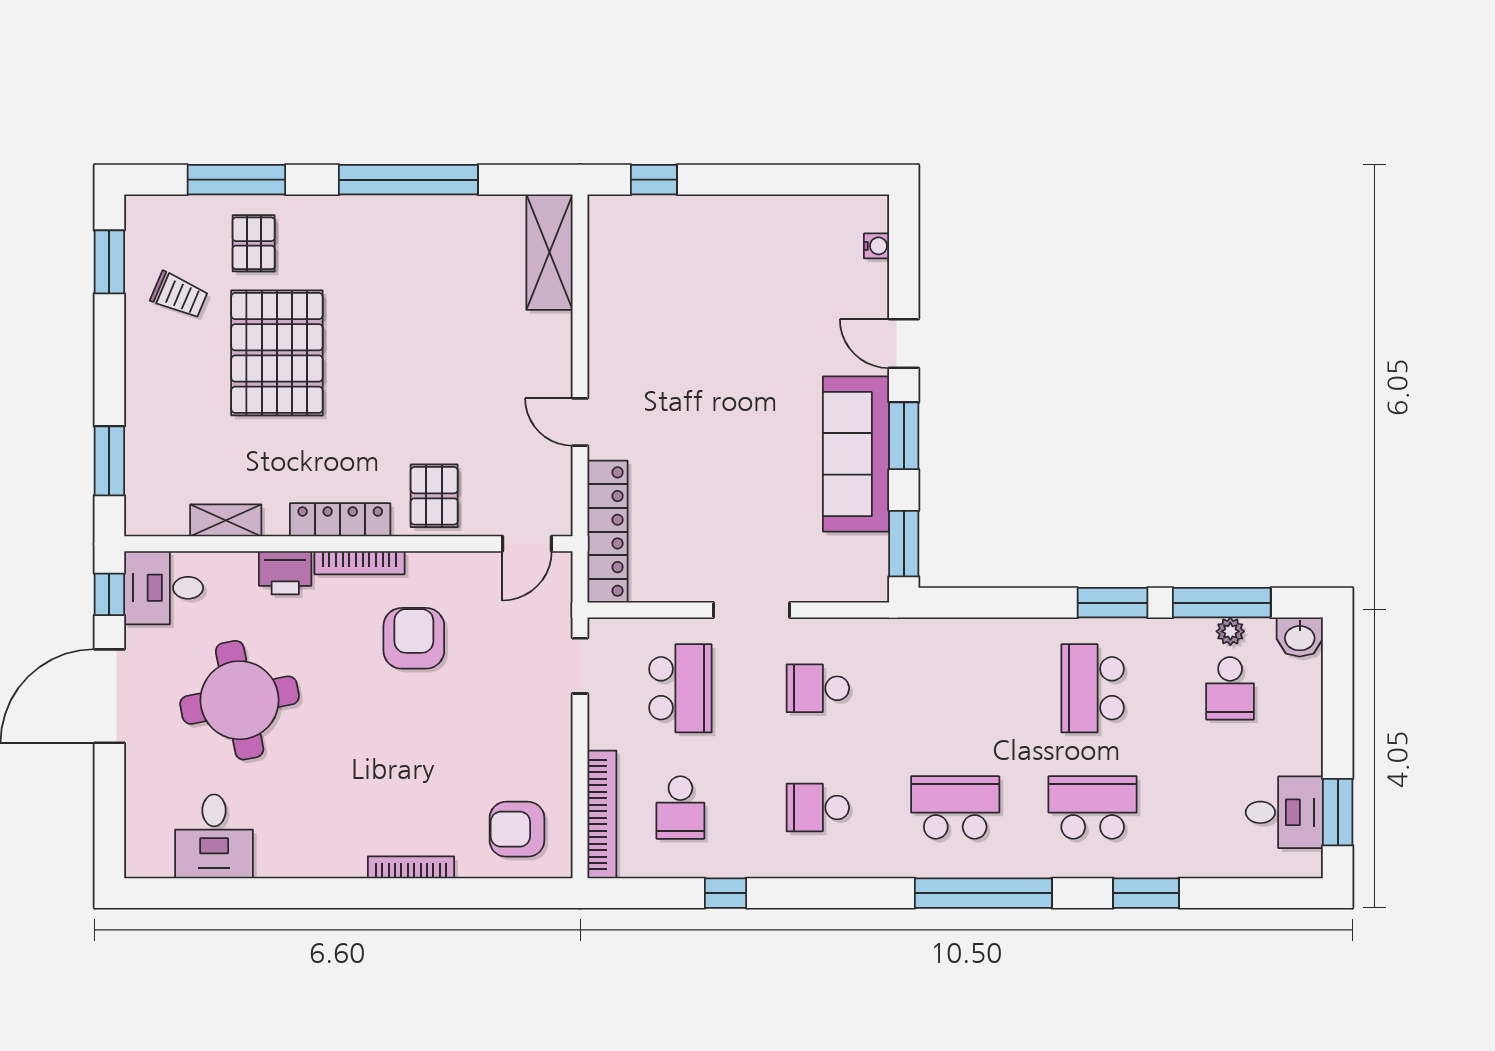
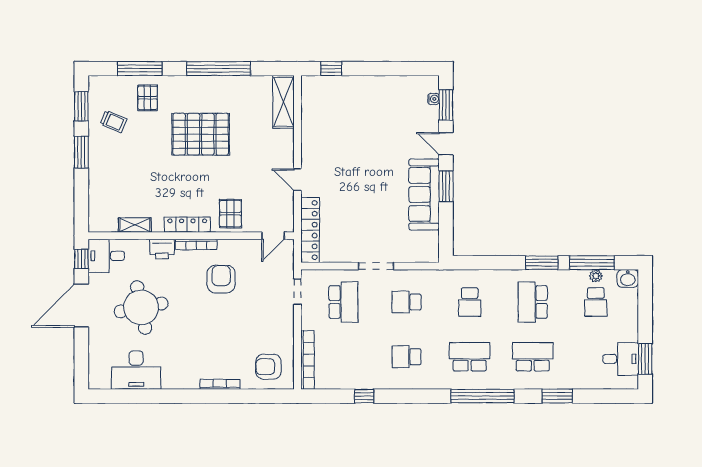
pallet: (277, 353) -> (201, 134), moved, turned 90
window: (109, 461) -> (81, 152), moved
window: (904, 544) -> (446, 105), moved
school desk: (680, 808) -> (470, 302), moved
desk: (214, 836) -> (136, 370), width x1.37

